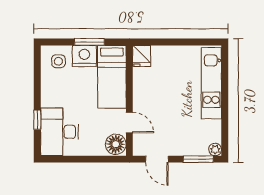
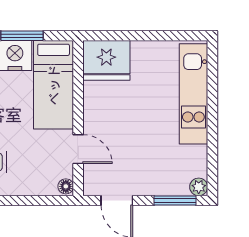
fridge: (142, 56) -> (106, 60), width x1.88, depth x1.34
floor lamp: (116, 144) -> (66, 186), width x0.53, depth x0.53

